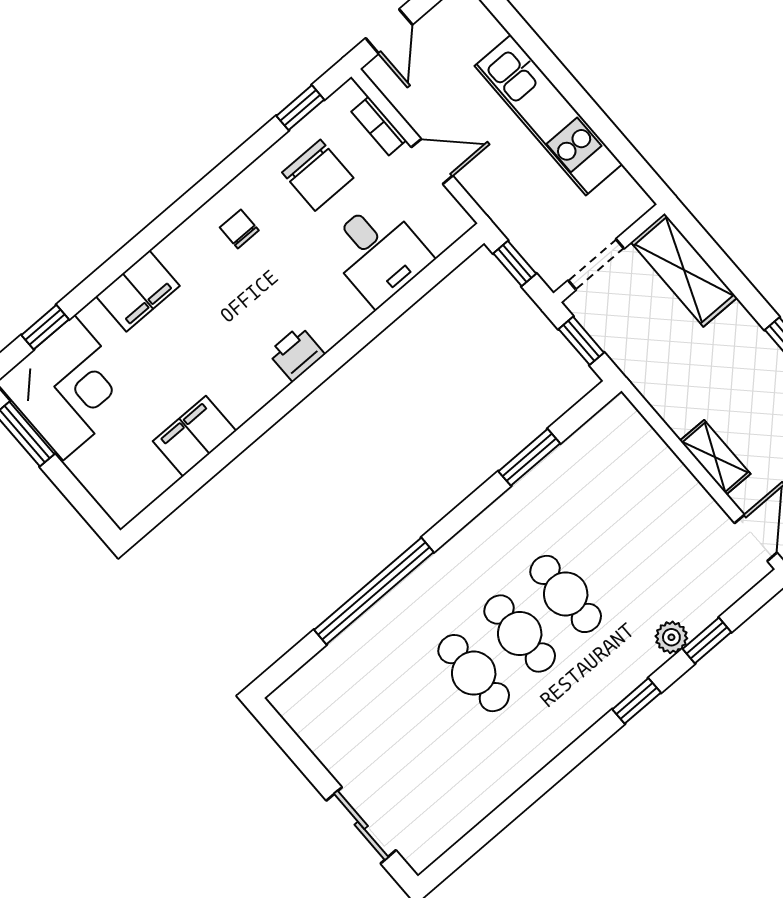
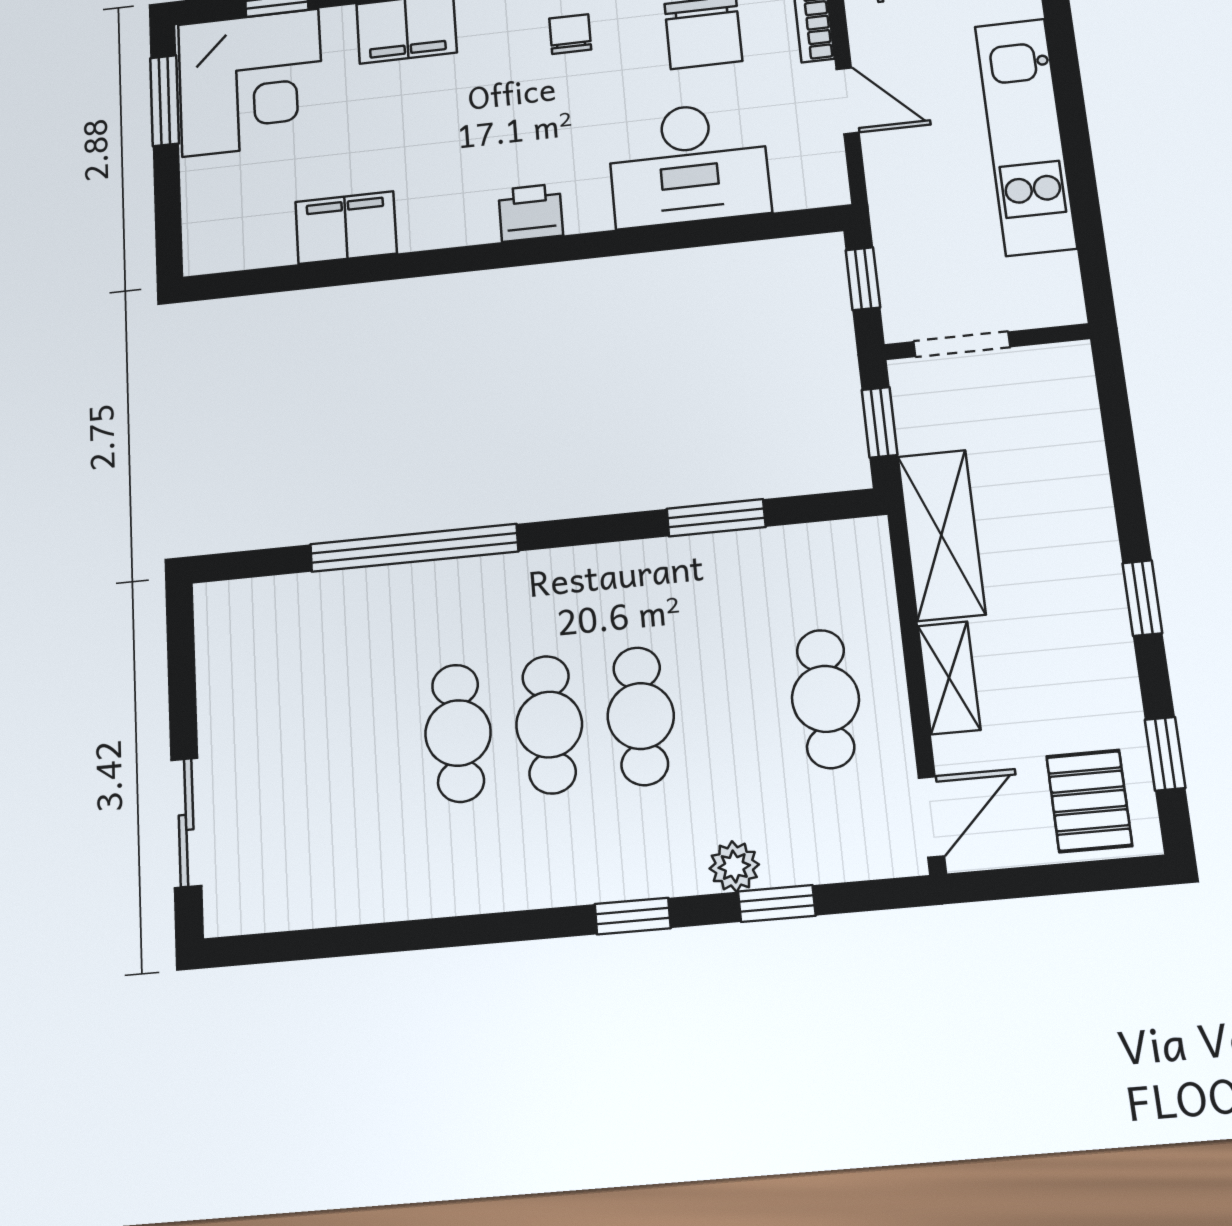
desk: (378, 252) -> (688, 164), width x1.37
shelving: (684, 270) -> (941, 535), moved
cafe table: (658, 515) -> (825, 699), added

